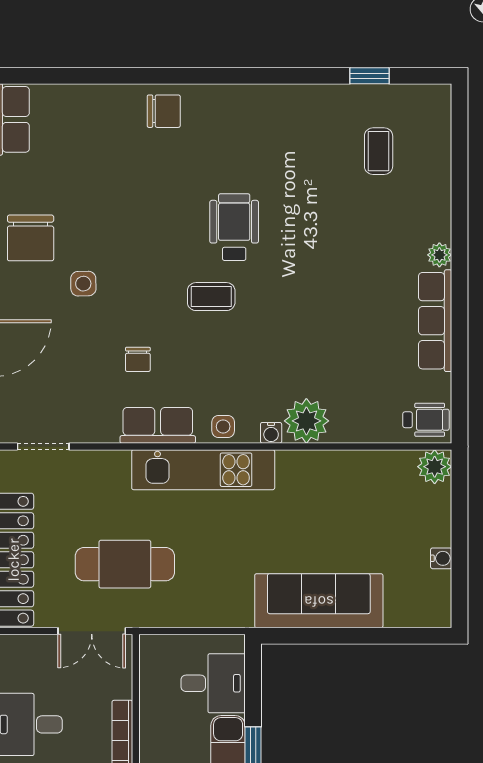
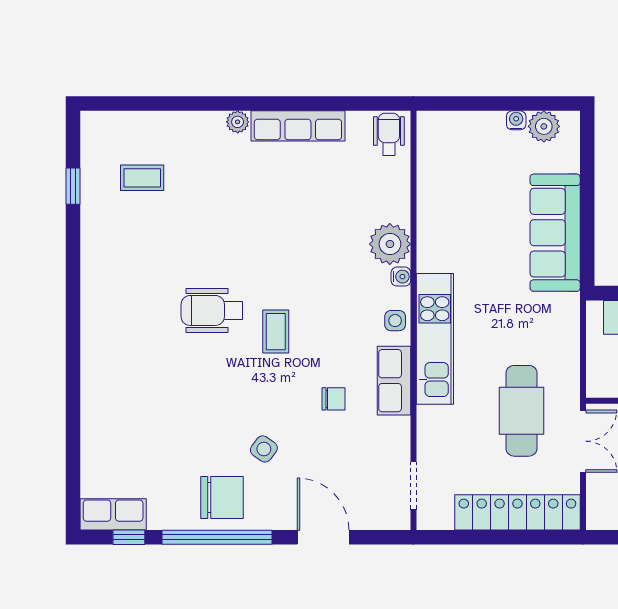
chair: (164, 111) -> (106, 375), removed
side table: (83, 284) -> (264, 449), turned 37
plant: (435, 467) -> (544, 126), moved

